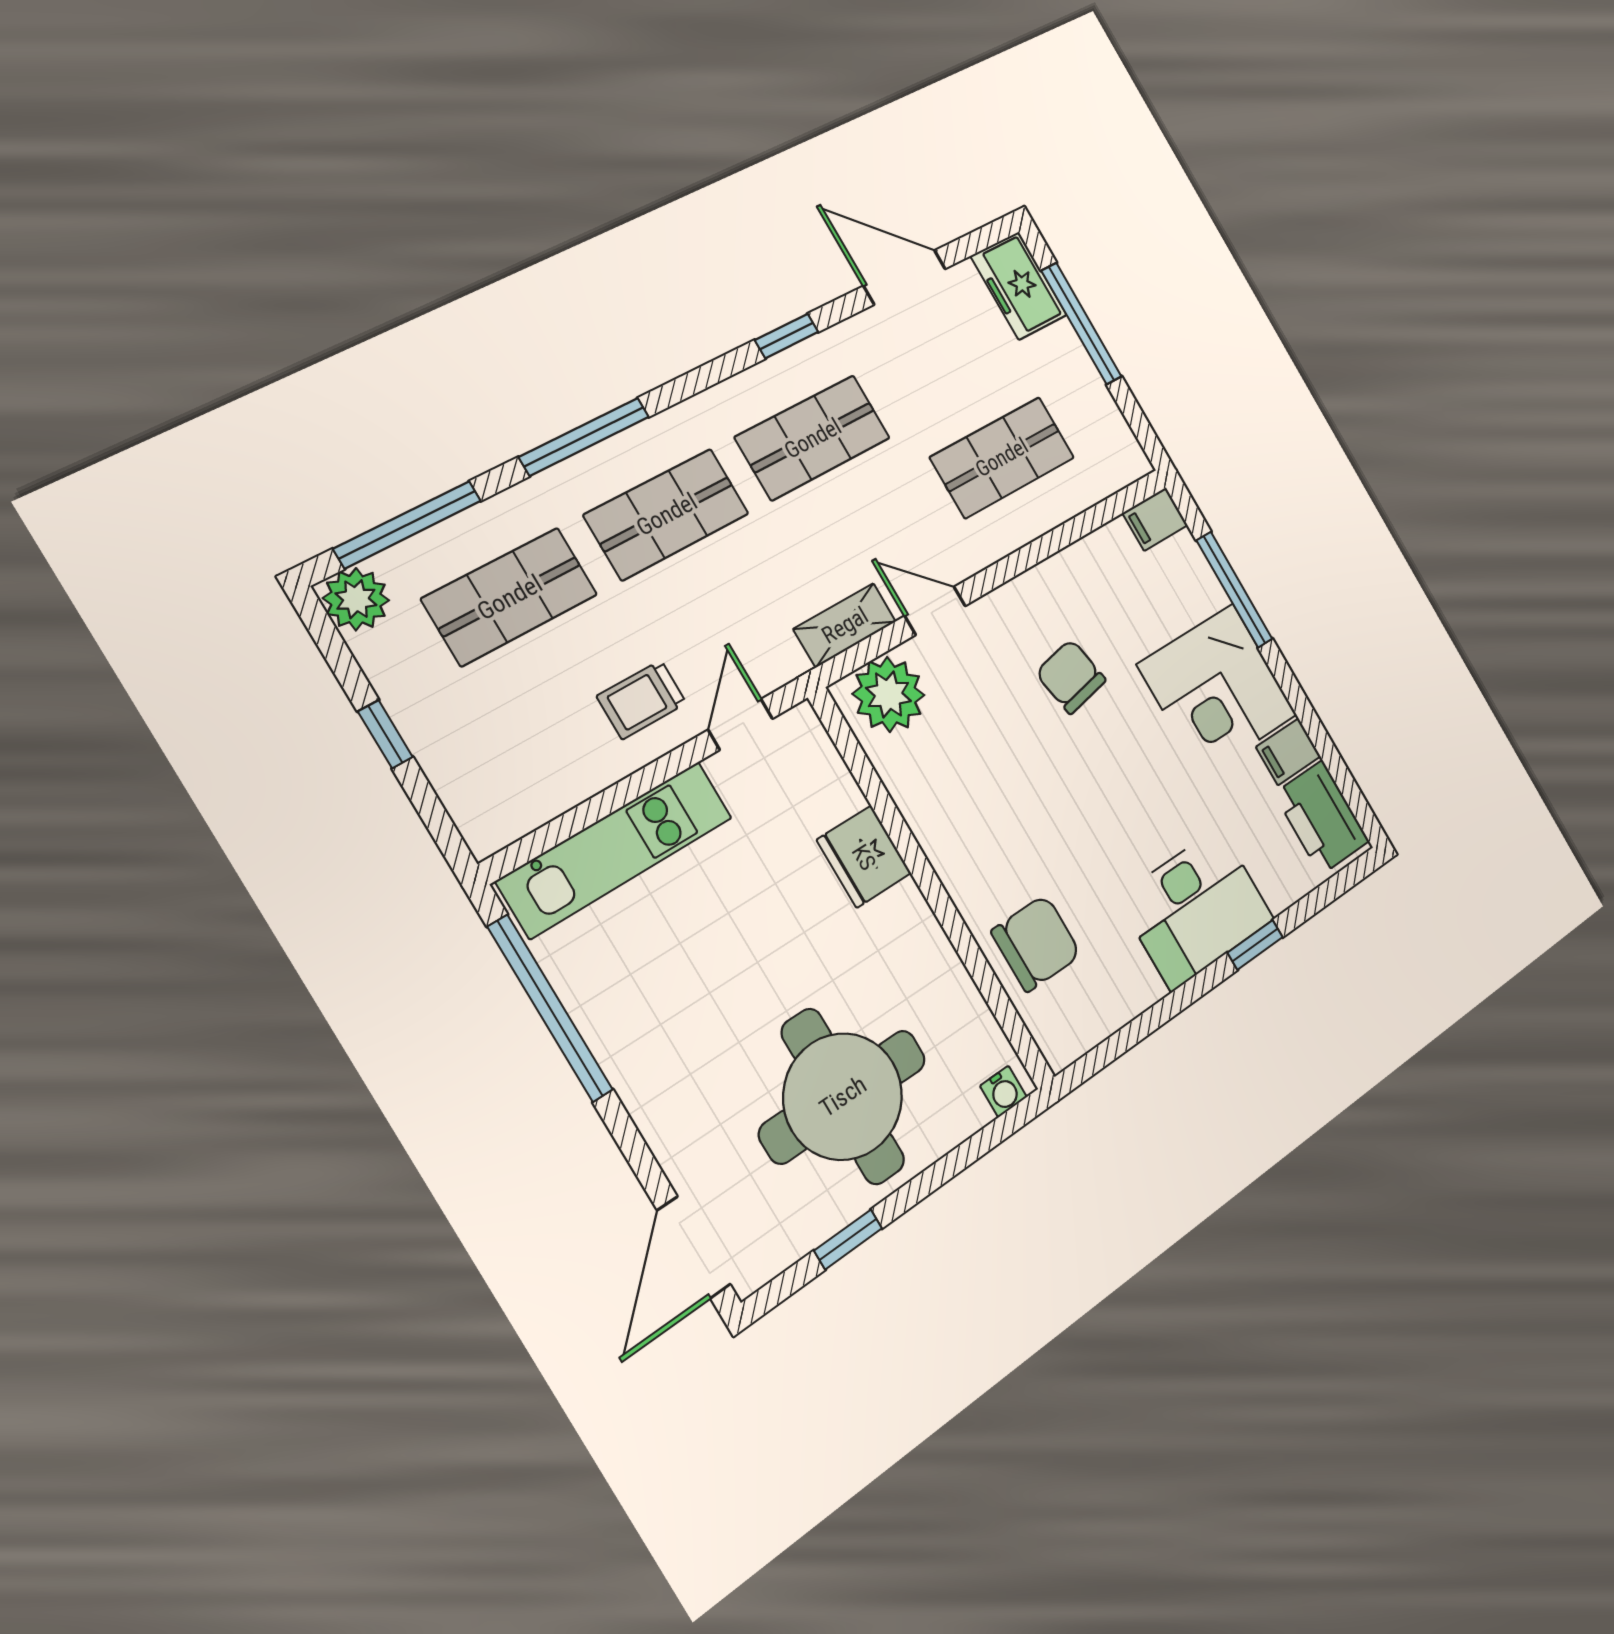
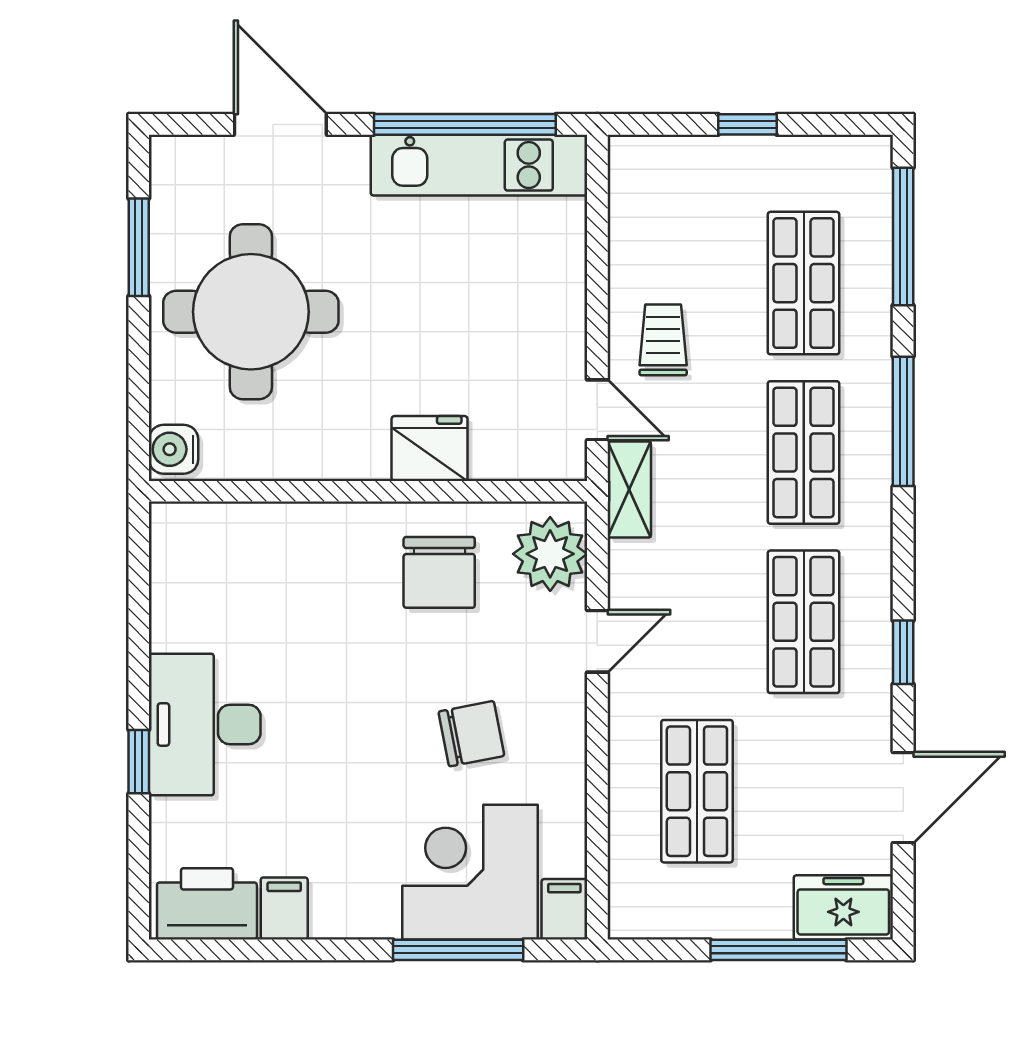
plant: (356, 599) -> (865, 163), removed
shelving: (845, 625) -> (629, 490), moved
corner desk: (1217, 690) -> (470, 872), moved
kitchen unit: (616, 849) -> (479, 165), moved, turned -90
chair: (1036, 943) -> (439, 572), moved
water cooler: (1003, 1091) -> (174, 449), width x1.38, depth x1.38
window: (848, 1239) -> (139, 247), width x1.50
door: (694, 1247) -> (280, 124), moved

